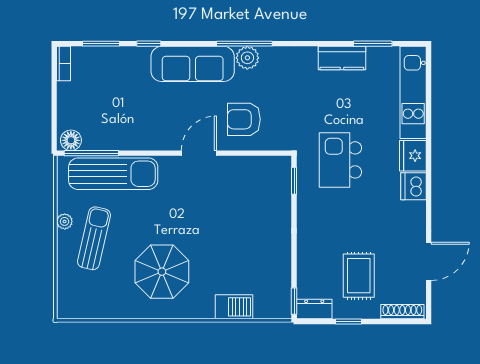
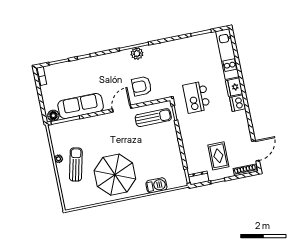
kitchen counter: (342, 58) -> (186, 44), removed
sofa: (193, 64) -> (81, 106), moved, turned 180
sun lounger: (113, 174) -> (153, 118), moved, width x0.73, depth x0.75
door: (429, 261) -> (256, 151), moved
parasol: (162, 272) -> (115, 175), width x1.36, depth x1.36

